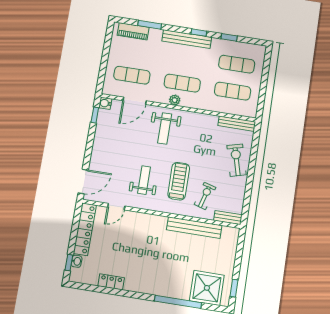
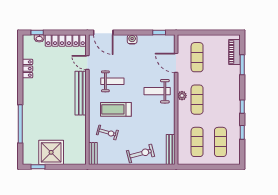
bench: (187, 39) -> (235, 98), removed
water cooler: (105, 103) -> (132, 39), moved
treadmill: (179, 181) -> (116, 109), turned 180
bench: (194, 228) -> (81, 93), moved
shower: (207, 288) -> (51, 152), moved

